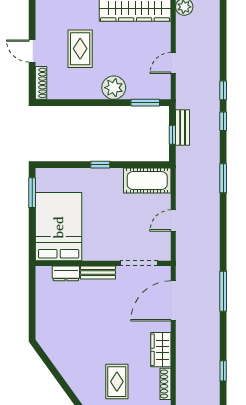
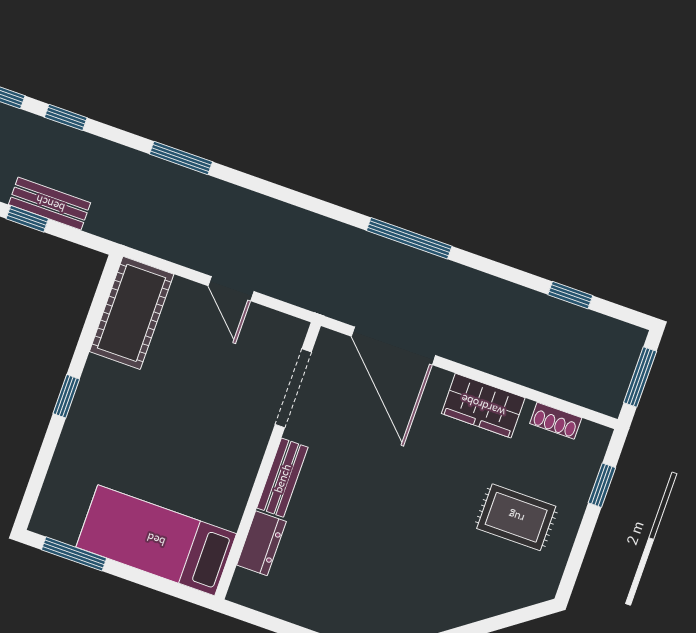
window: (172, 135) -> (27, 219), moved
bed: (59, 227) -> (156, 540), width x0.67
shoe rack: (165, 384) -> (556, 421), width x0.70

